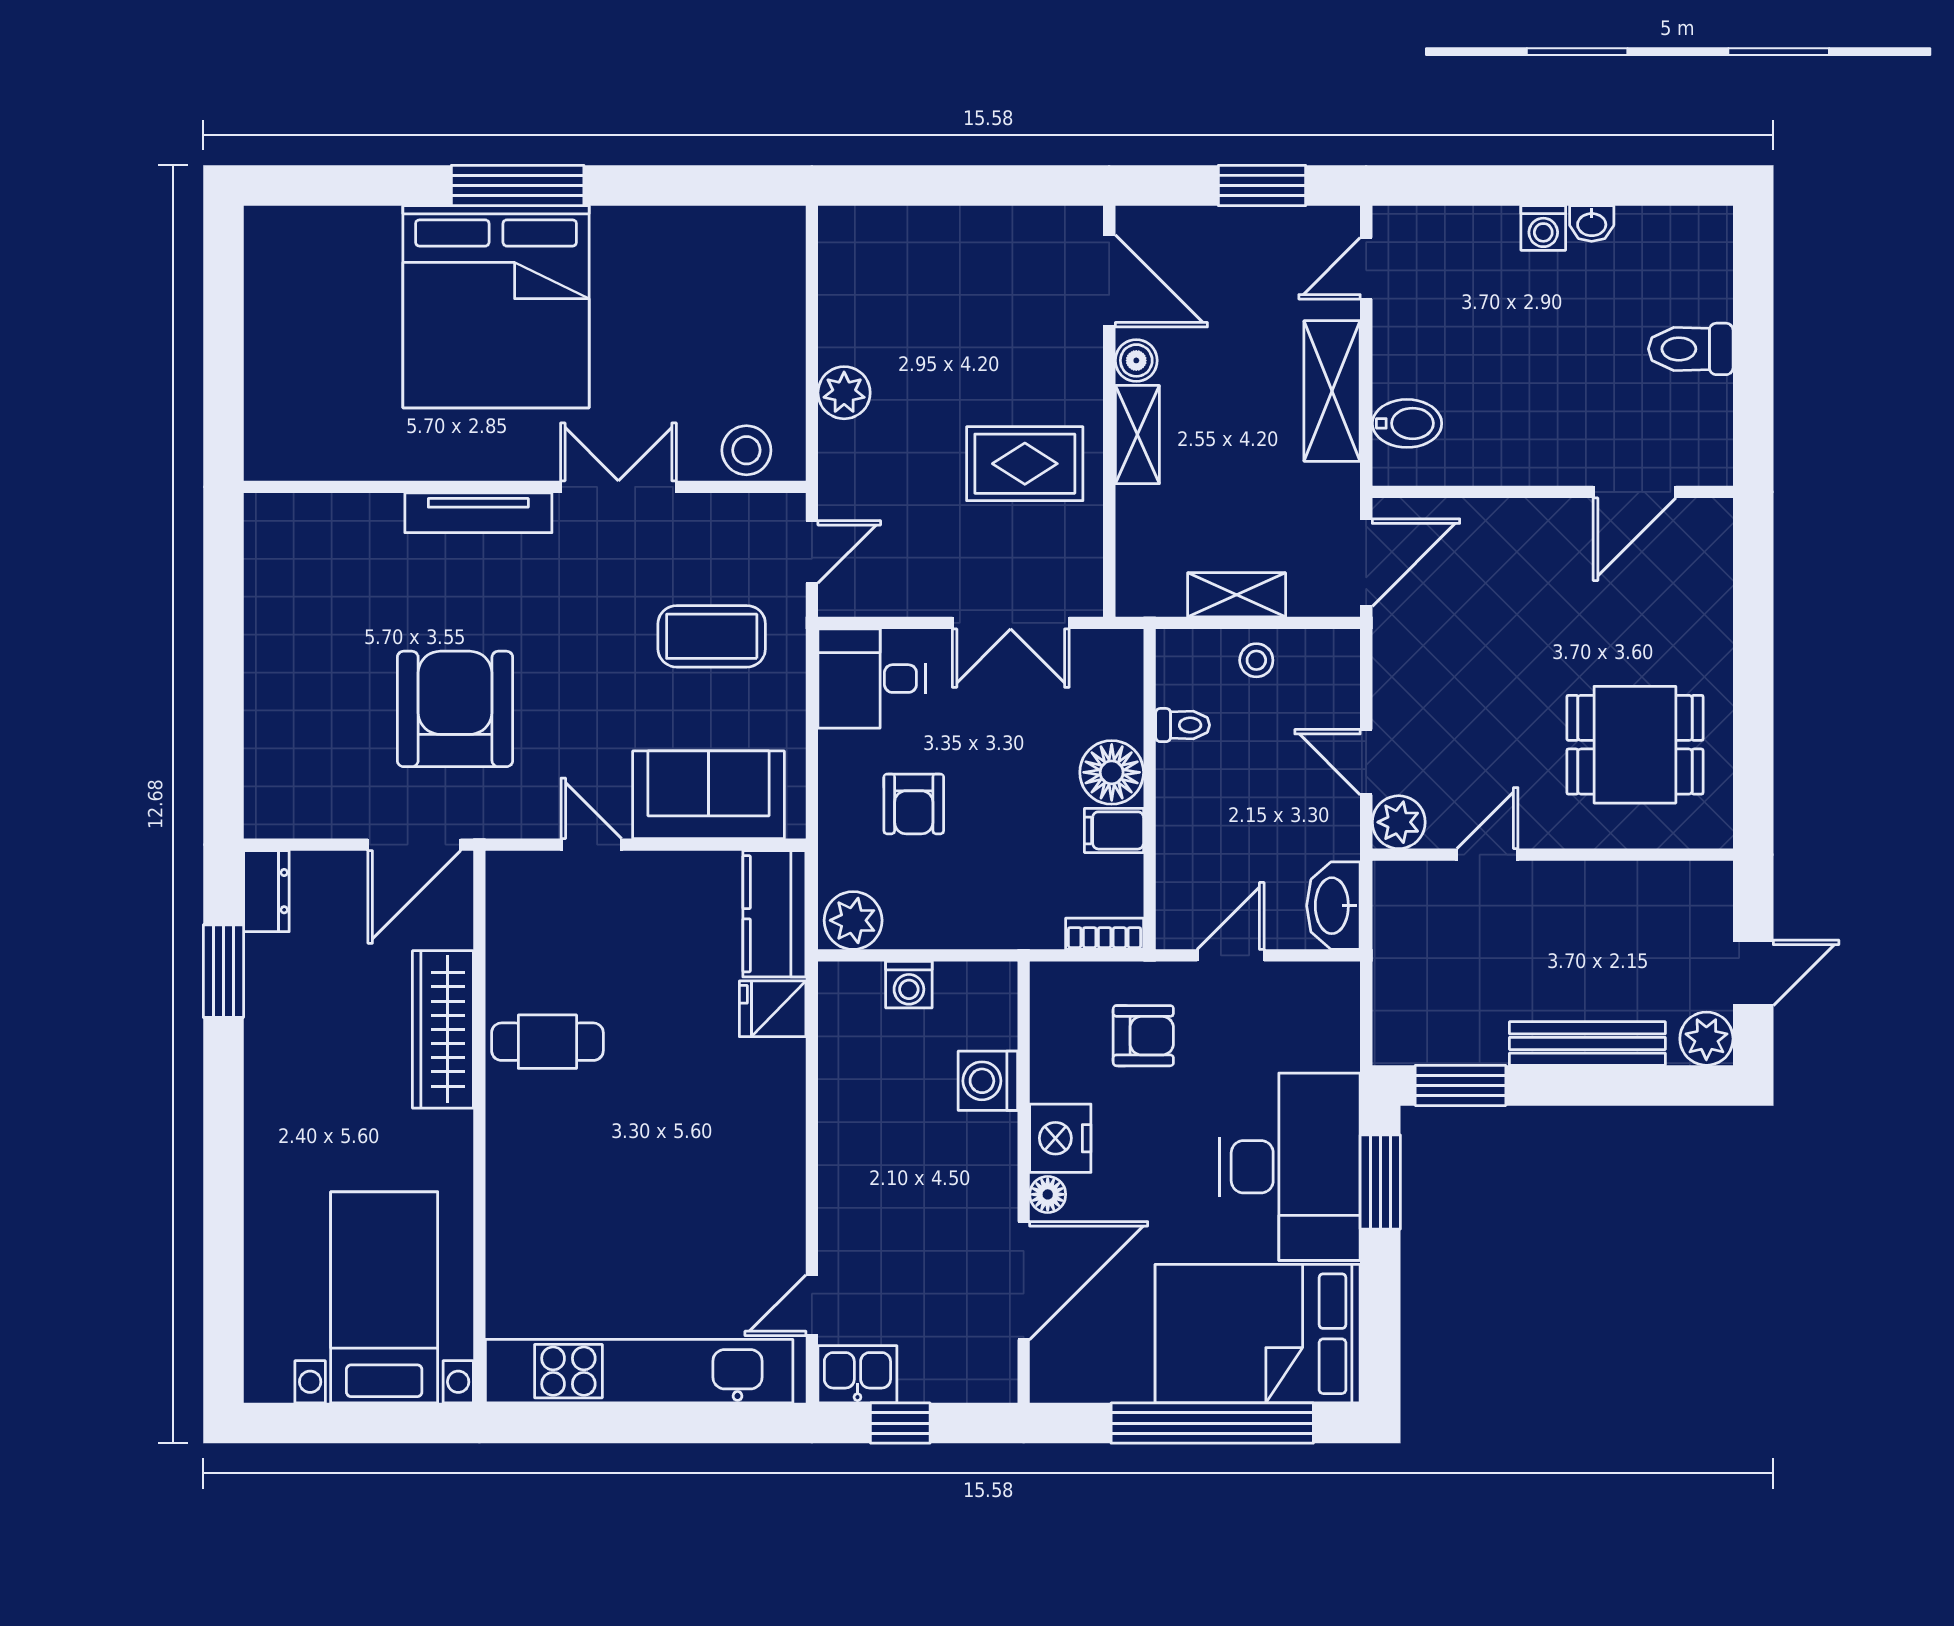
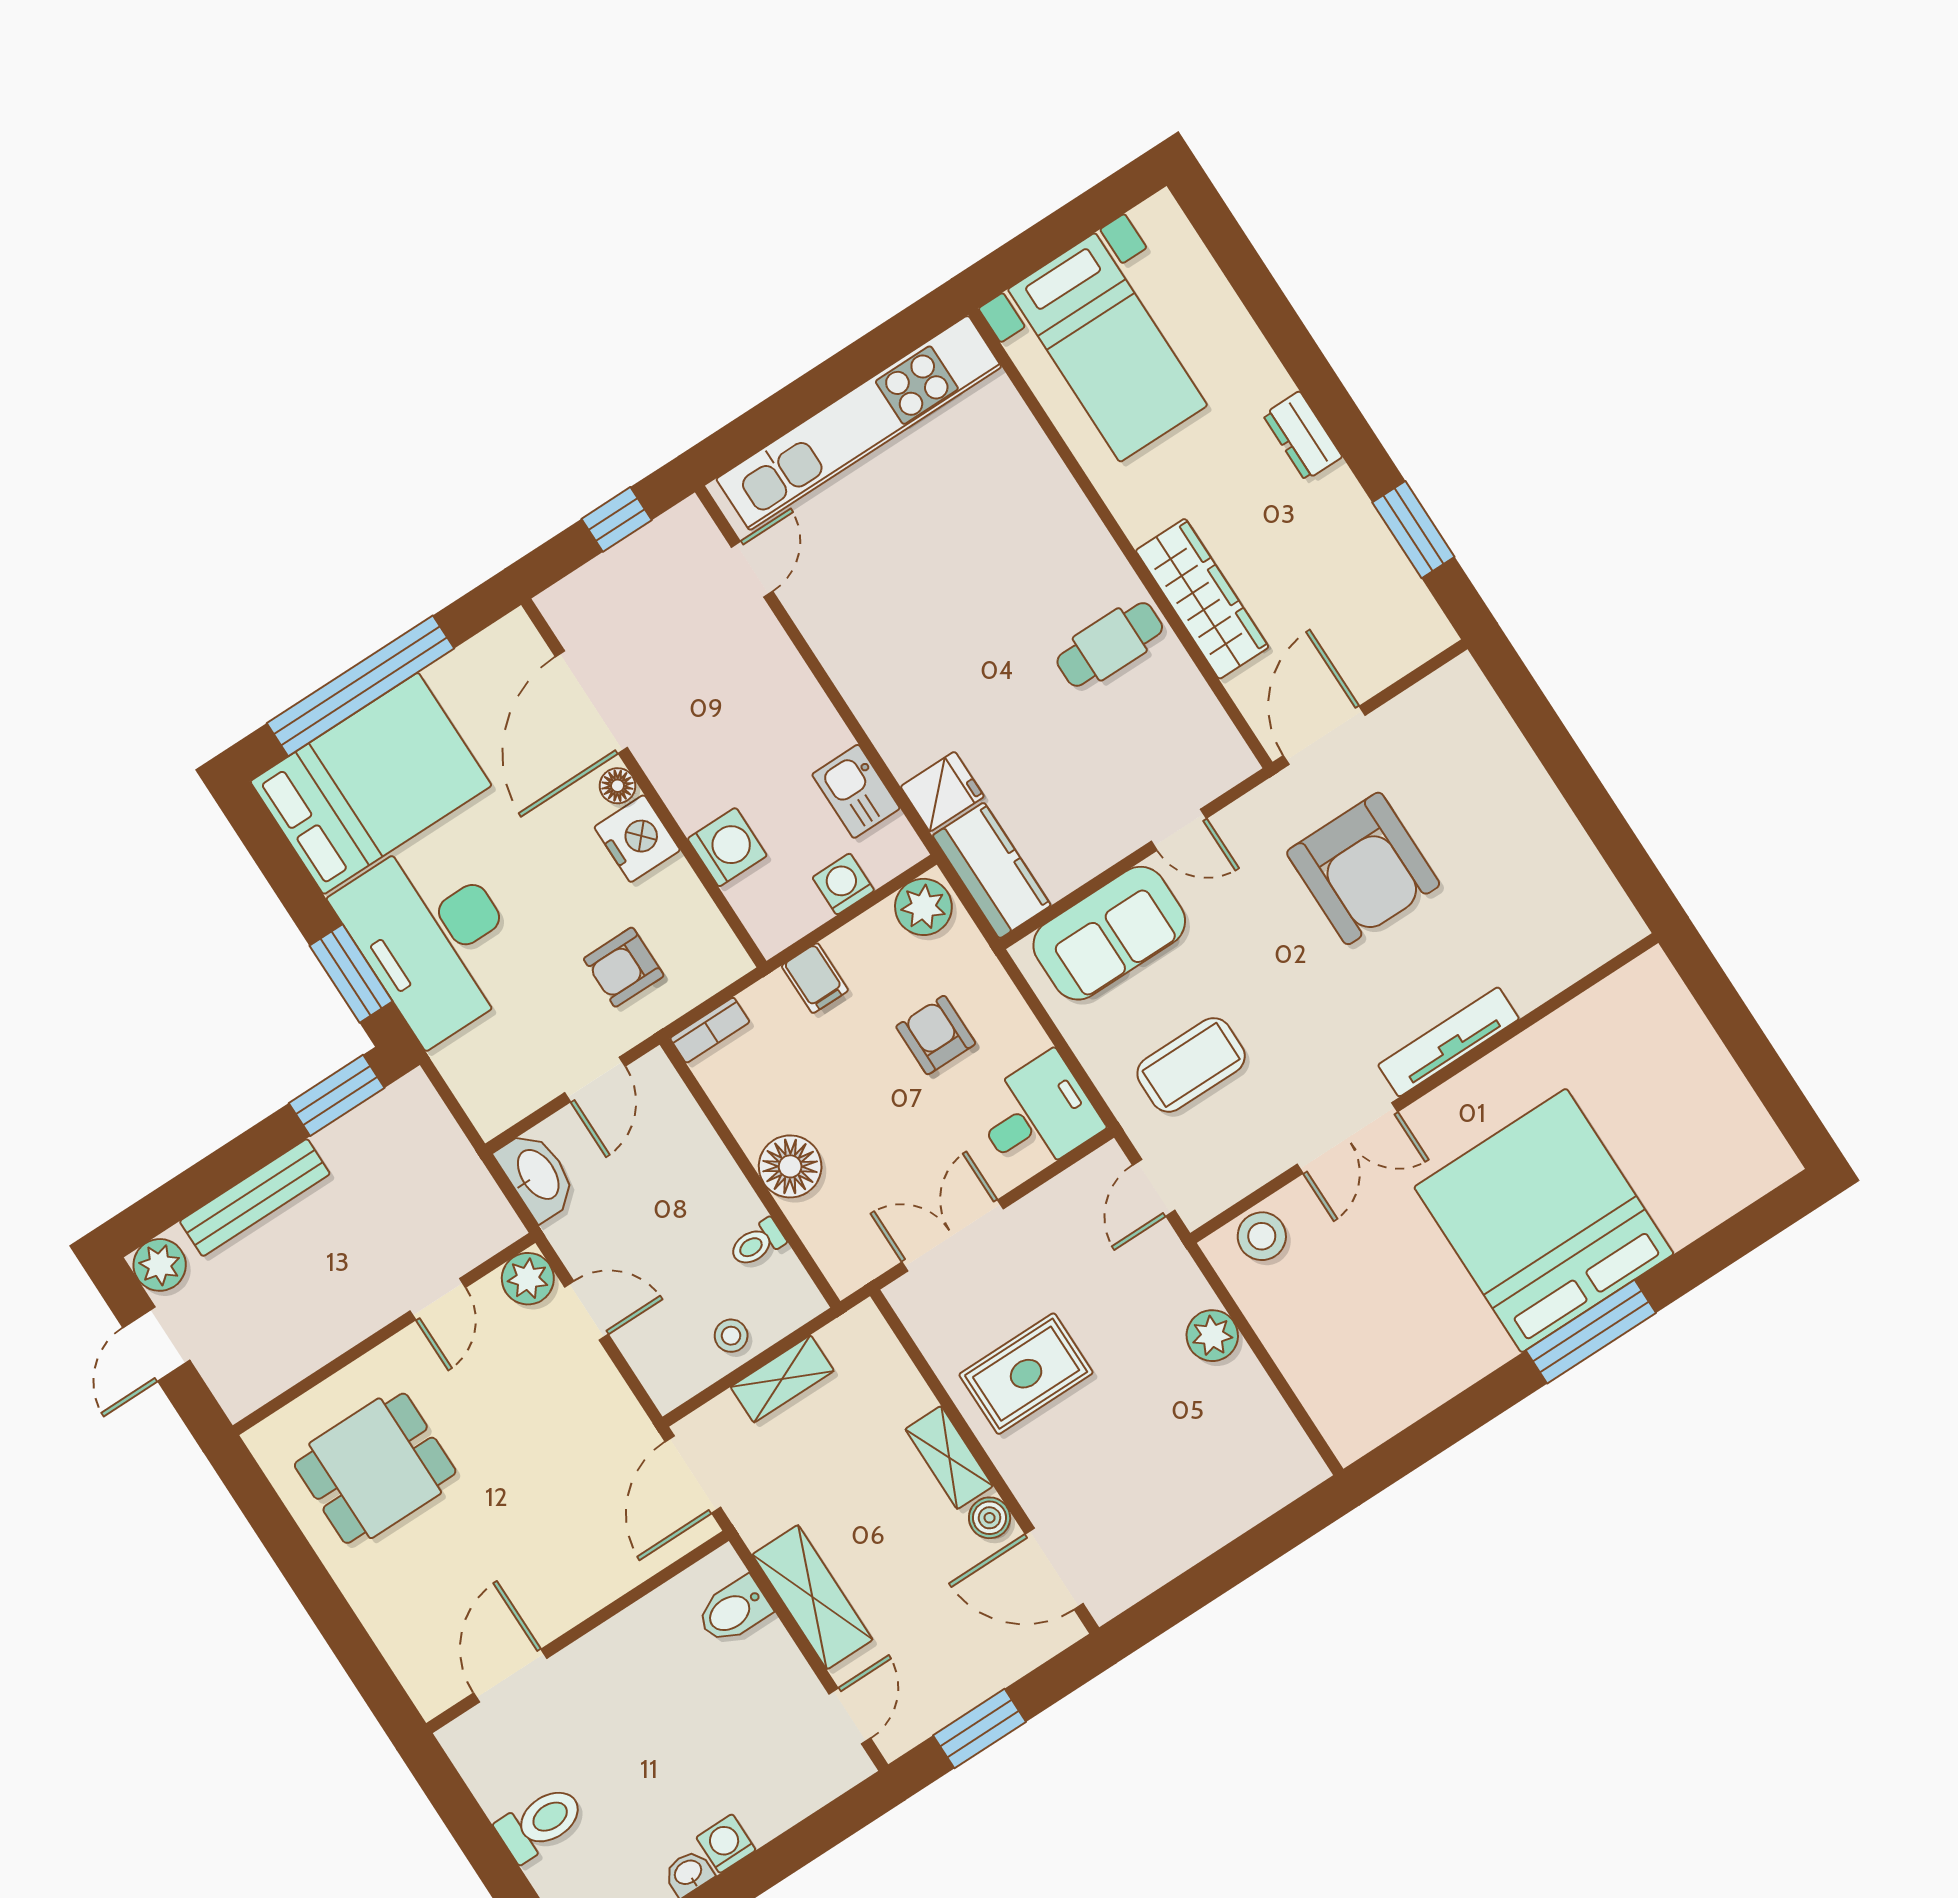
filing cabinet: (1114, 830) -> (815, 978), moved, turned 90
dresser: (266, 891) -> (1302, 436), moved
kitchen sink: (857, 1374) -> (856, 791), moved, turned 90

